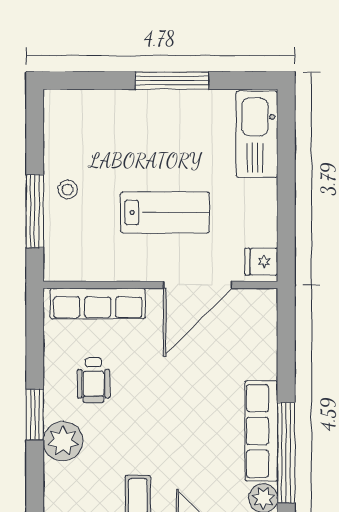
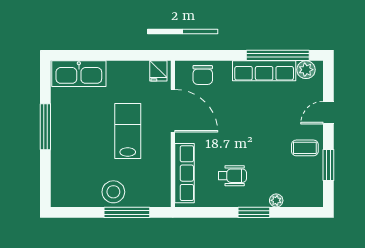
stool: (68, 189) -> (113, 192), width x1.89, depth x1.89
chair: (255, 333) -> (203, 75), added
plant: (63, 441) -> (276, 200), width x0.53, depth x0.53

